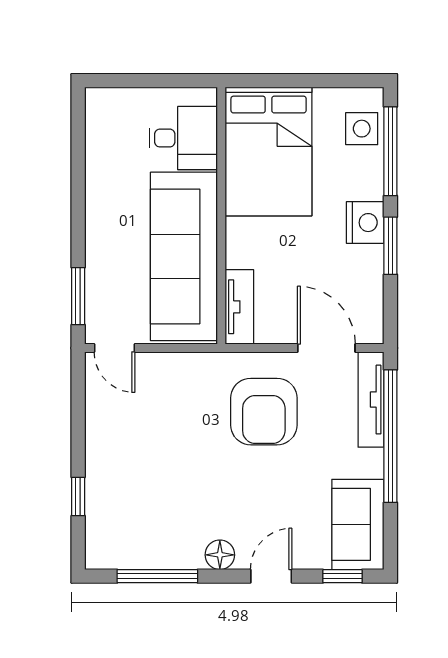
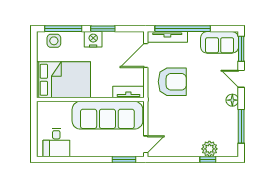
desk: (183, 138) -> (56, 142), moved, turned 180
plant: (104, 500) -> (209, 149), added
window: (342, 576) -> (241, 49), width x1.50

